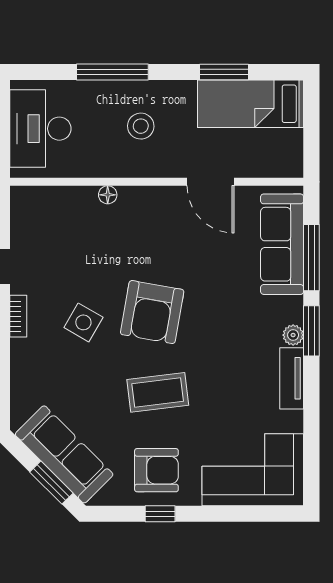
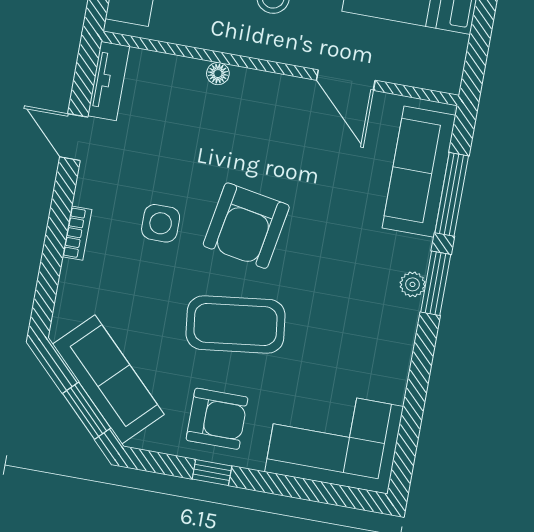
bookcase: (18, 316) -> (77, 233), moved
side table: (83, 322) -> (161, 223), turned -30
tv unit: (292, 378) -> (109, 81), moved, turned 180
coffee table: (158, 392) -> (235, 324), width x1.36, depth x1.32

